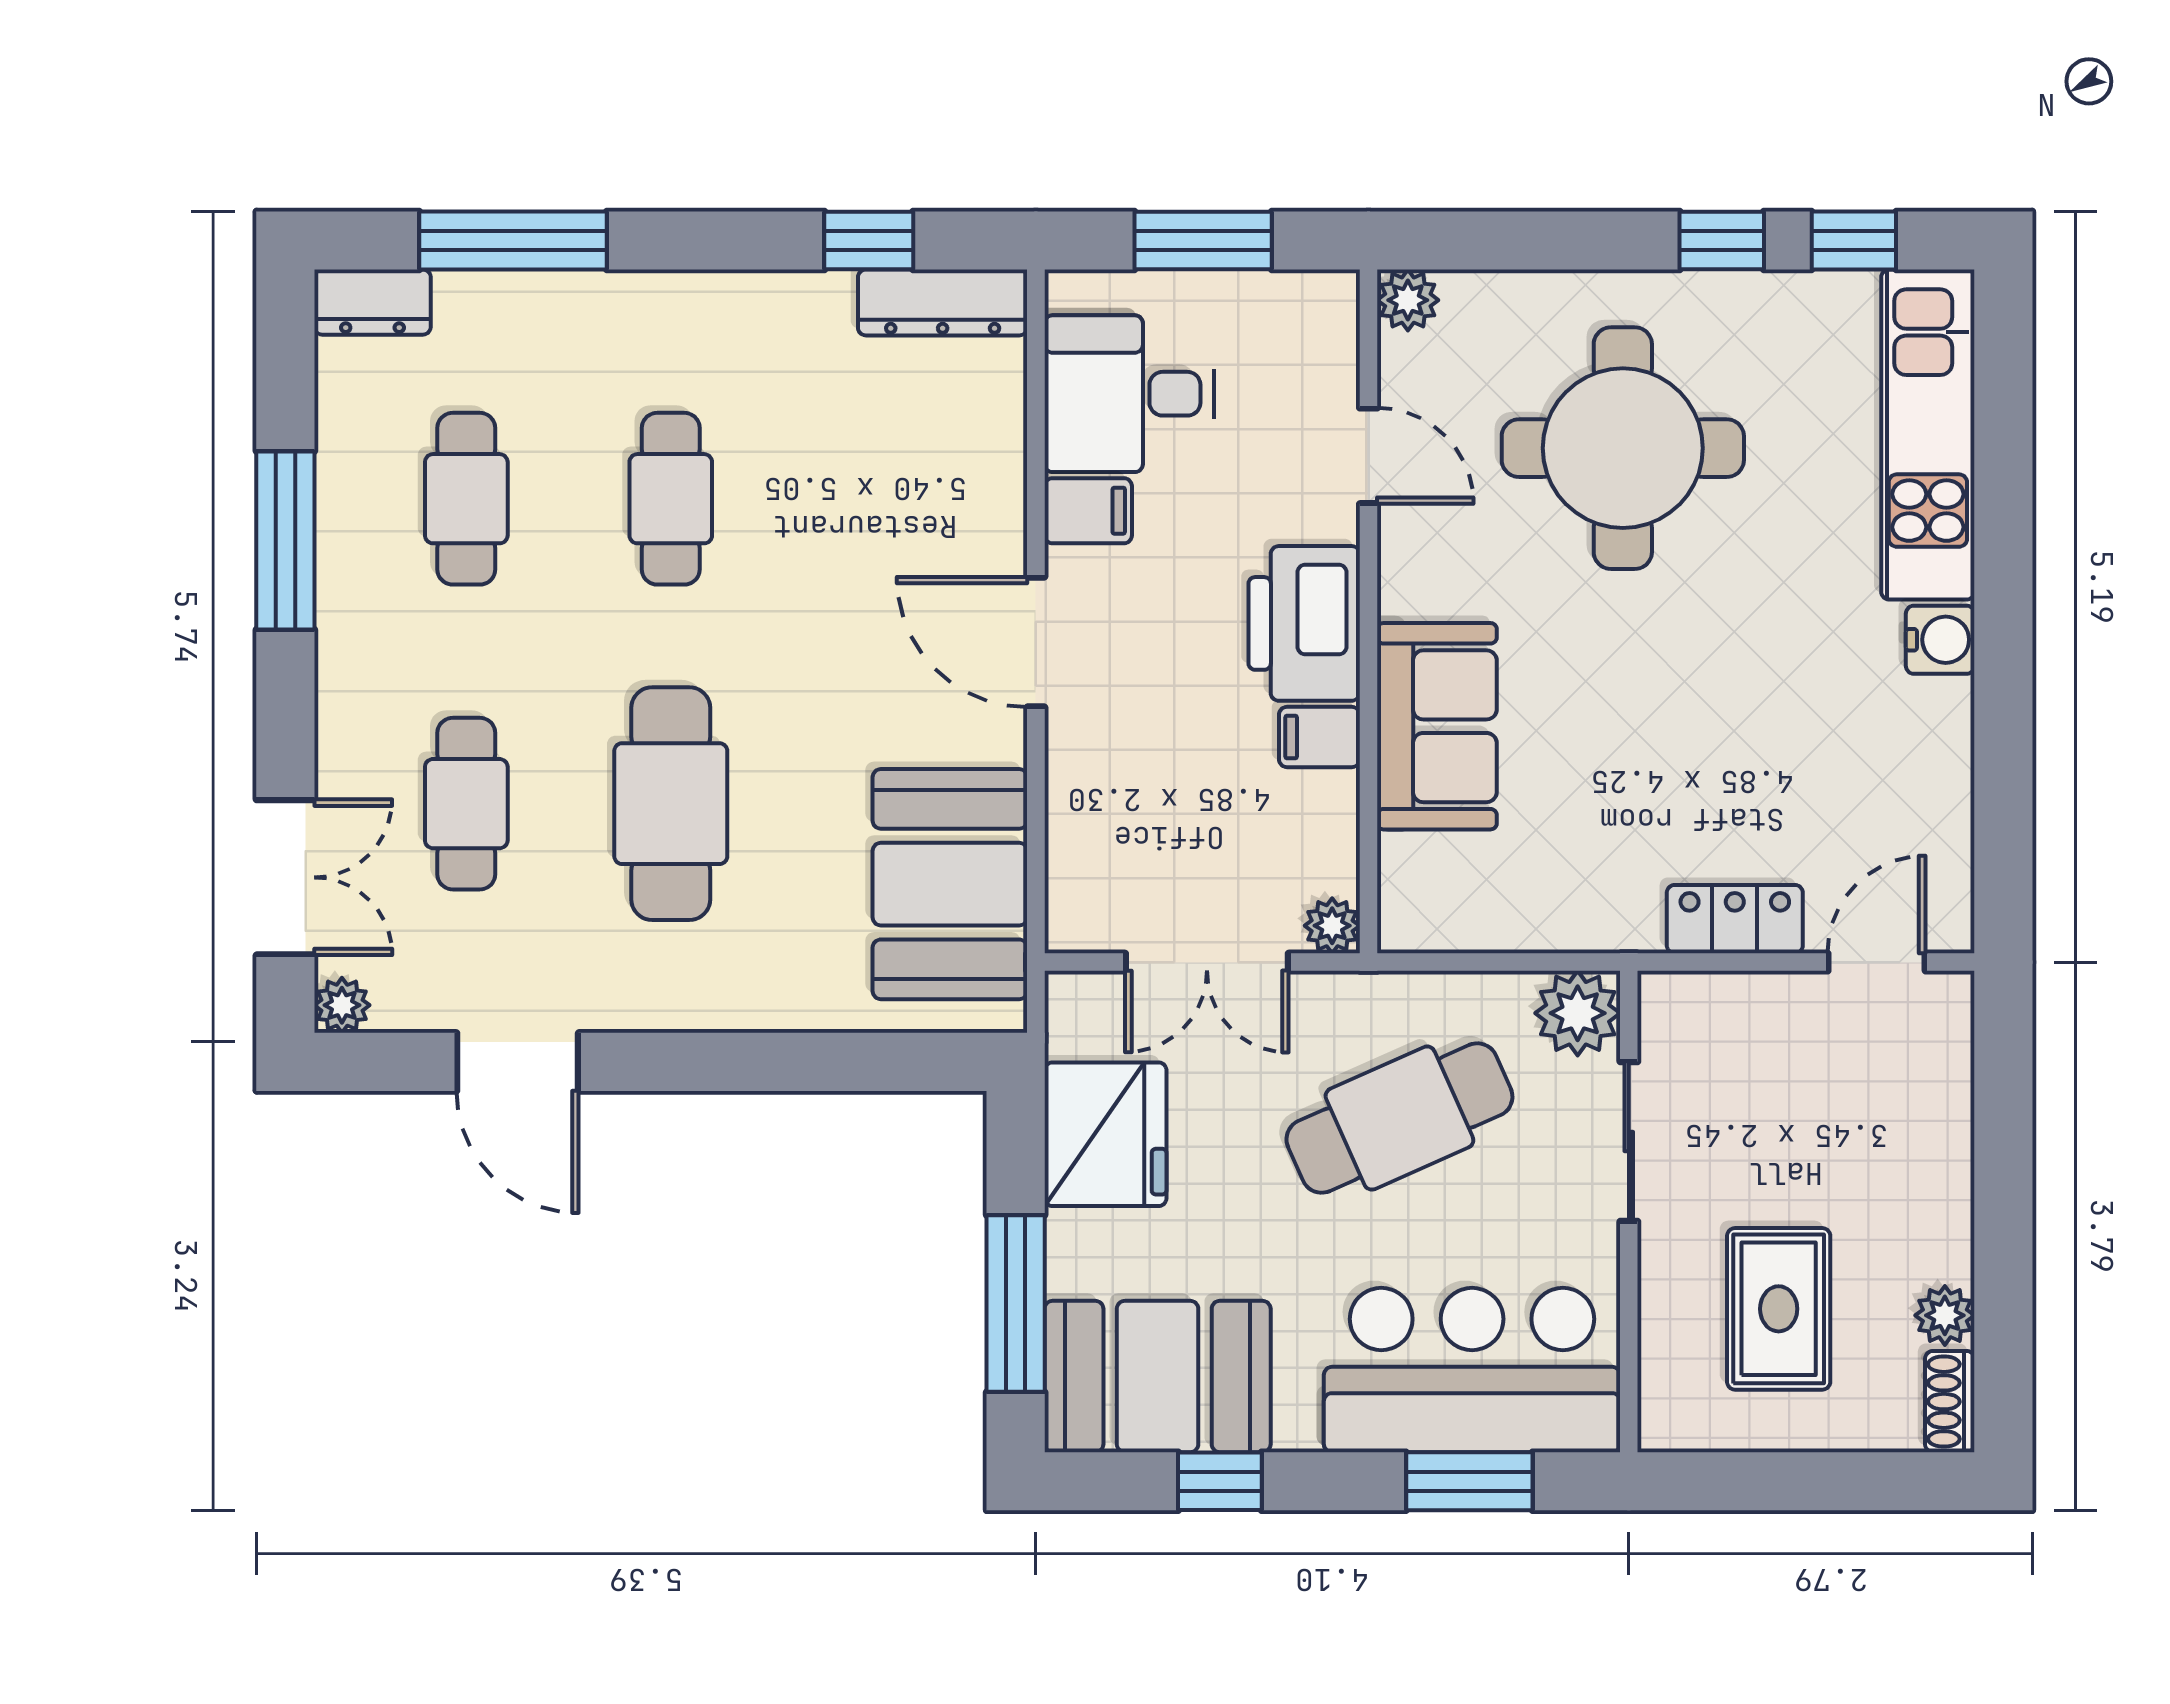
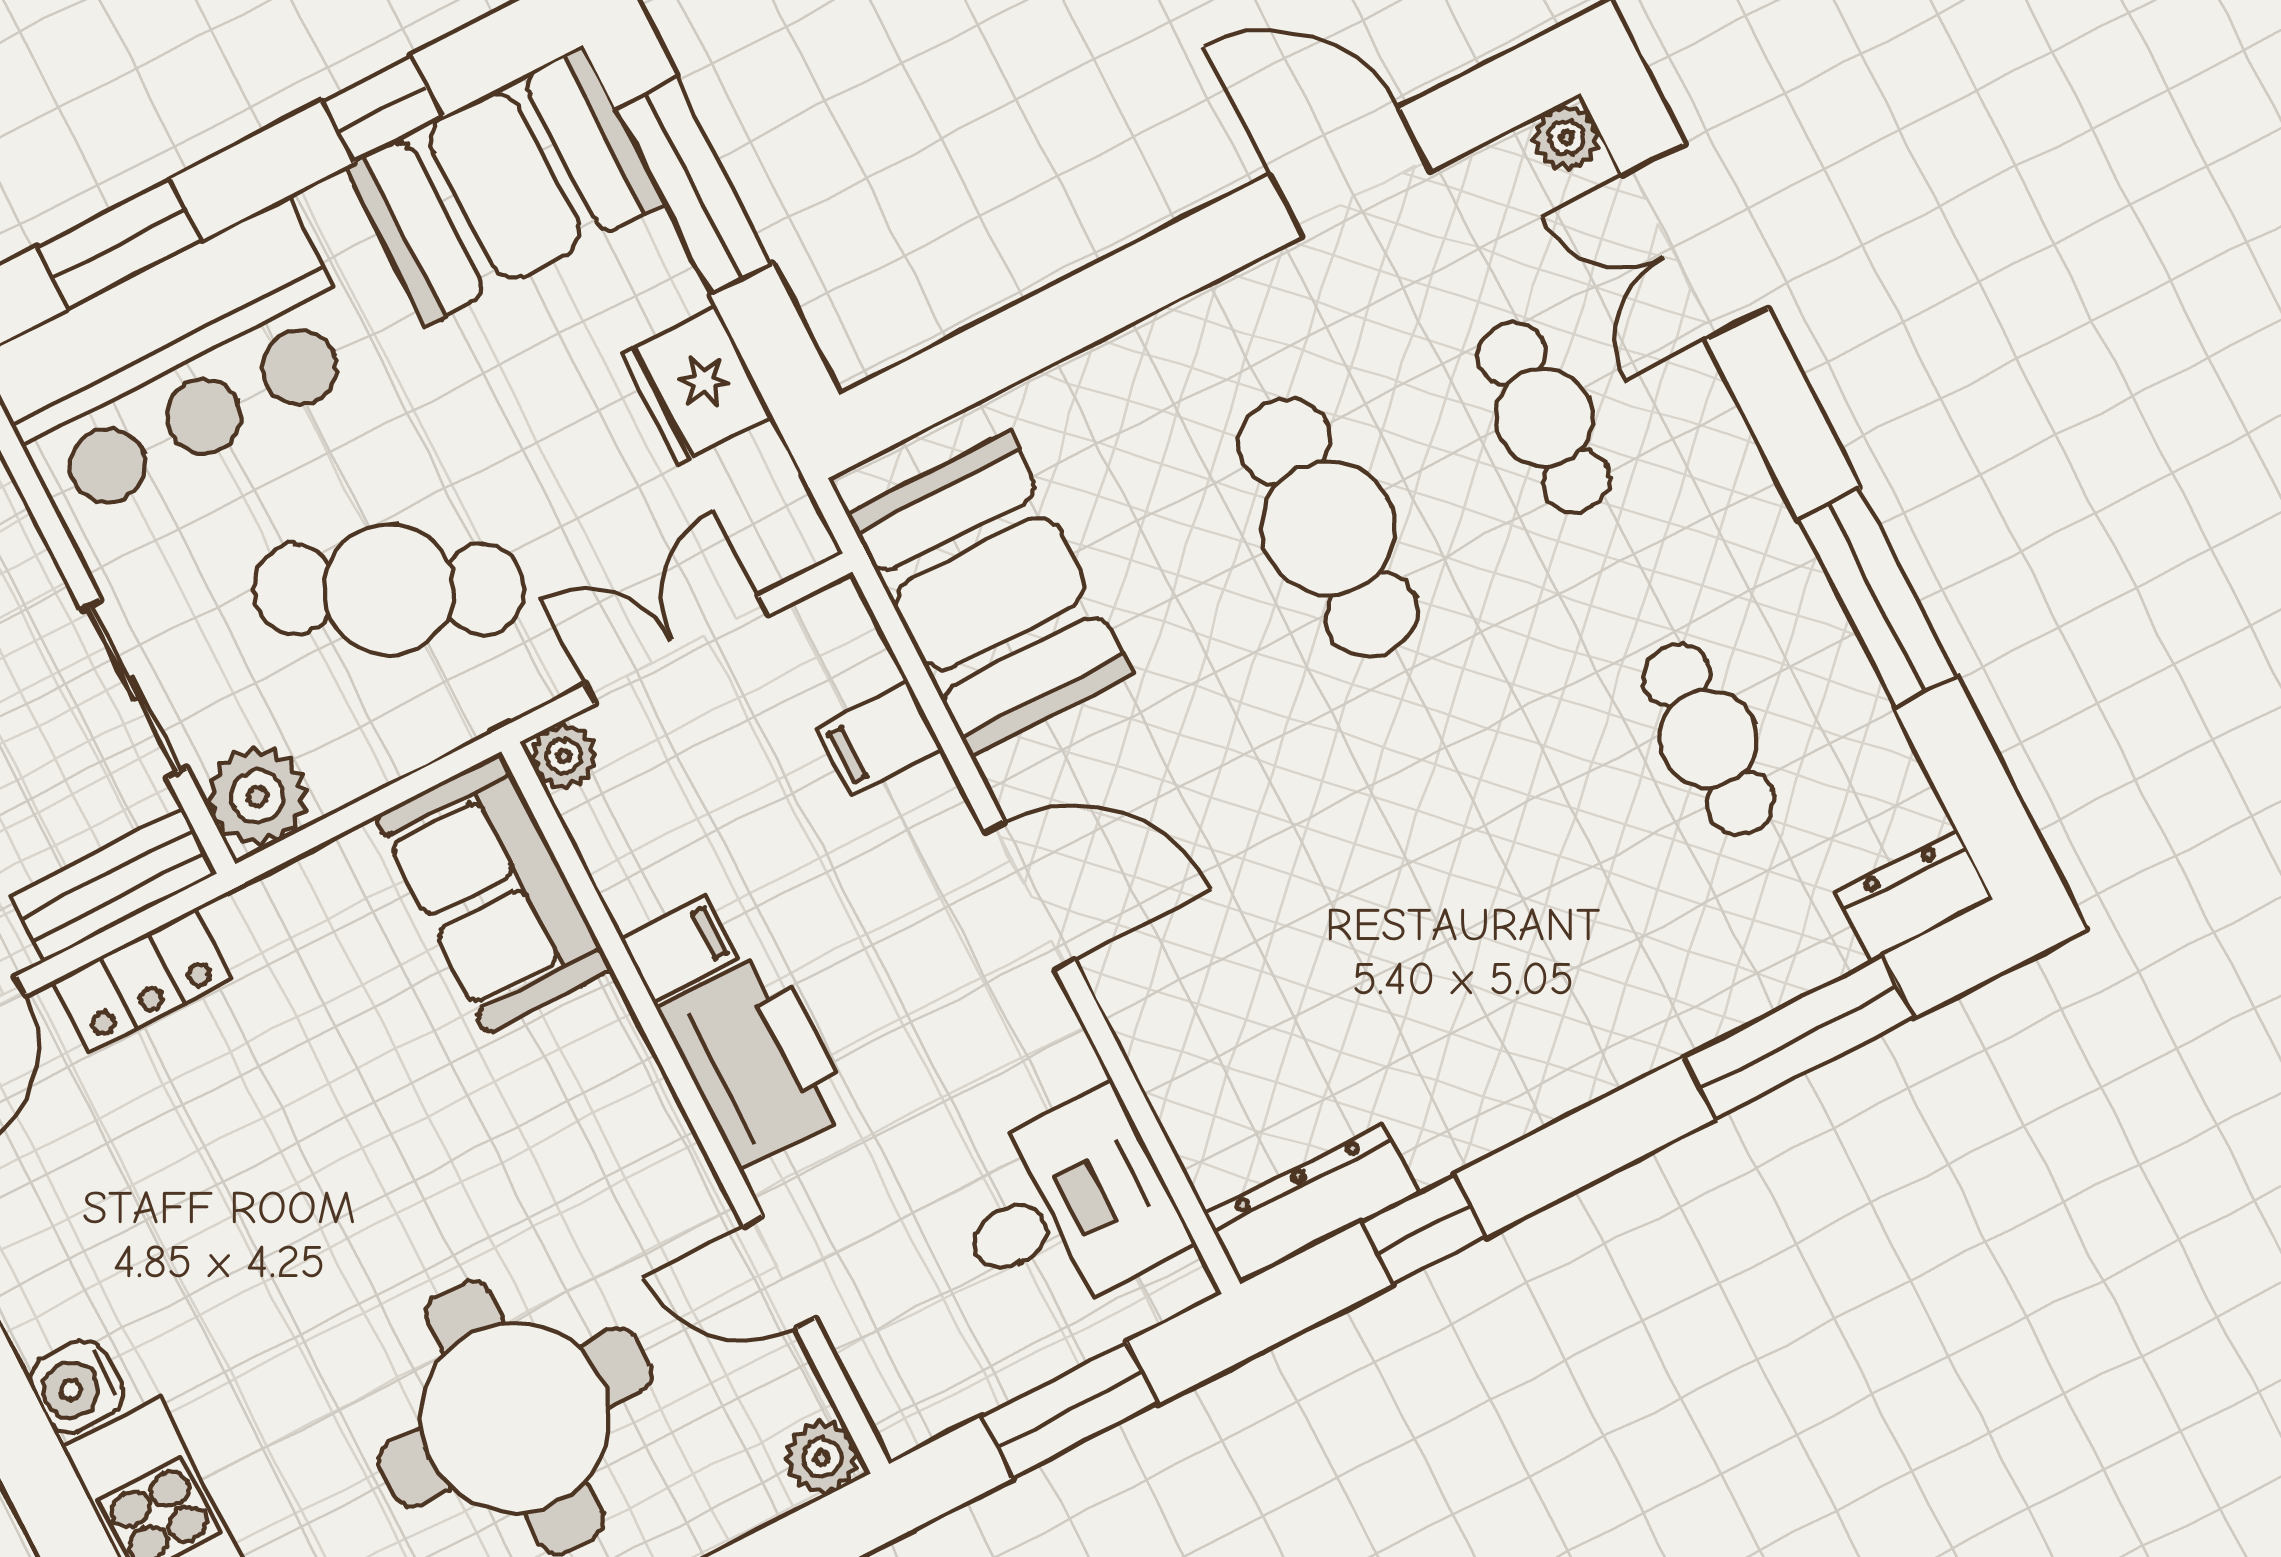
cafe table: (671, 499) -> (1493, 850), removed
filing cabinet: (1088, 511) -> (880, 738), moved
sofa: (1437, 726) -> (494, 893), moved
bench: (1720, 1002) -> (113, 885), added
cafe table: (1399, 1118) -> (389, 590), turned 51
fridge: (1105, 1134) -> (696, 385), width x0.73, depth x0.75

